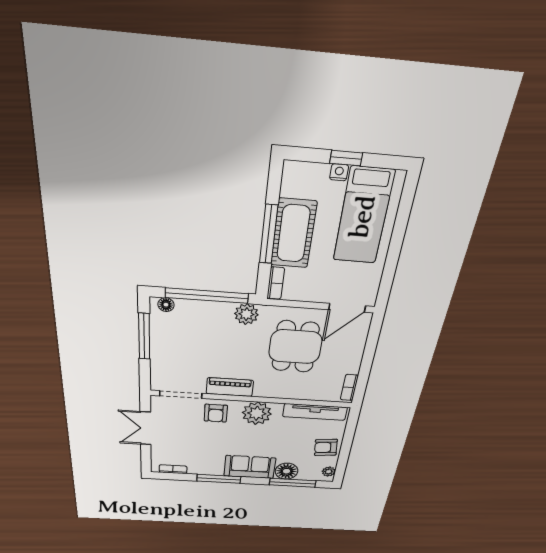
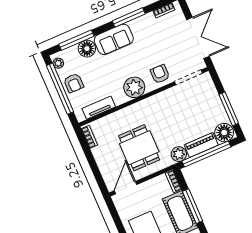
floor lamp: (166, 305) -> (224, 133), width x1.89, depth x1.89
piano: (230, 387) -> (201, 145), moved, turned 180
tv unit: (315, 412) -> (99, 108), width x0.71
double door: (146, 428) -> (198, 38), width x1.37
armchair: (326, 447) -> (74, 83), turned 96
window: (346, 449) -> (60, 89), added

